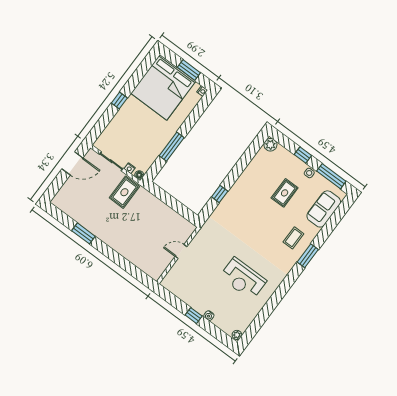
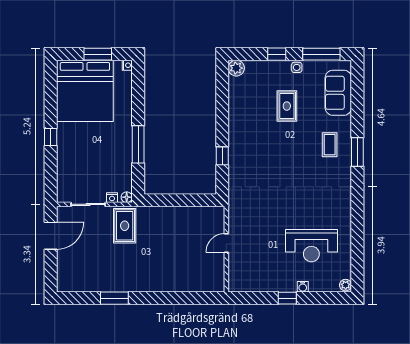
reception desk: (243, 279) -> (311, 246), moved

